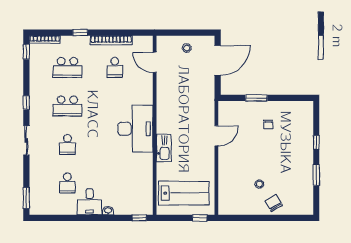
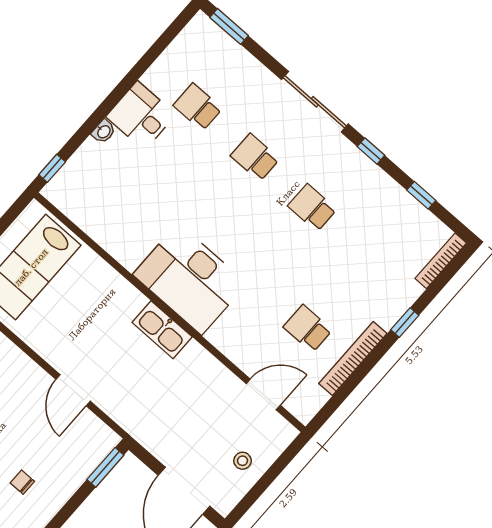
window: (26, 52) -> (421, 195), moved
school desk: (67, 67) -> (370, 258), removed
window: (256, 98) -> (105, 467), moved
school desk: (67, 106) -> (312, 208), width x0.54
sliding door: (26, 140) -> (315, 102), width x1.37
kitchen sink: (164, 148) -> (162, 330), moved

